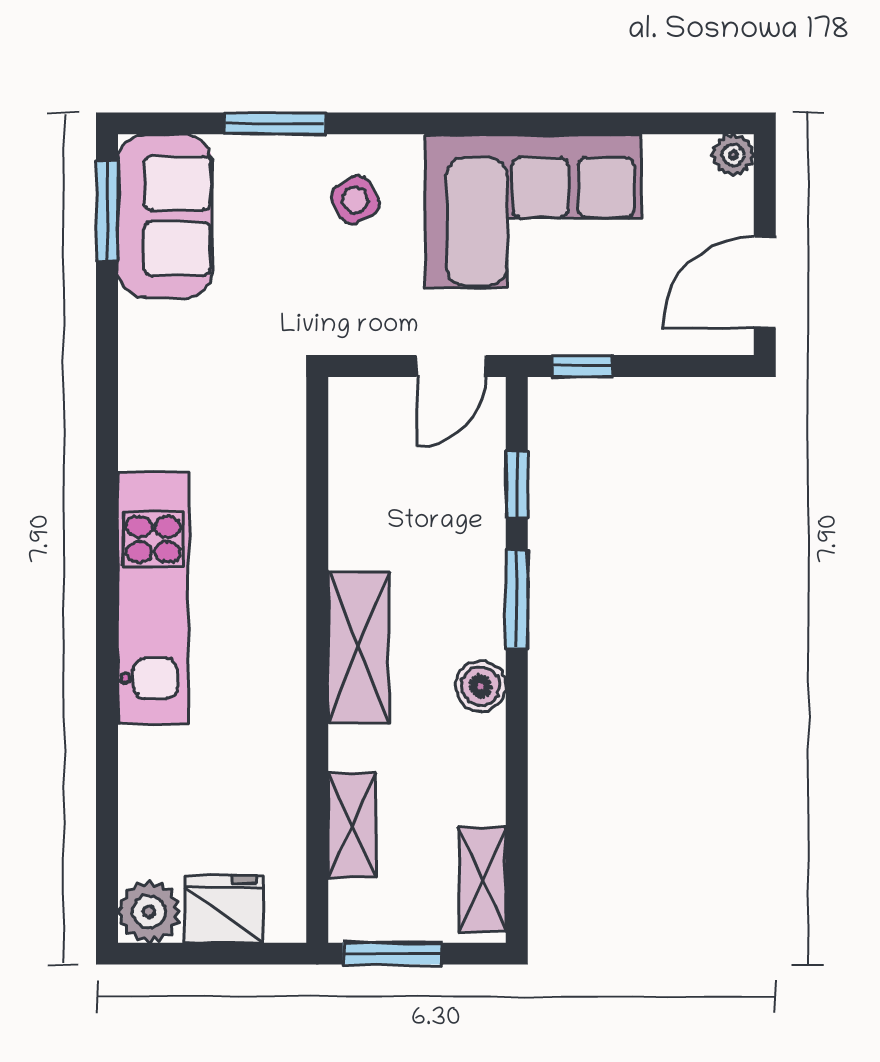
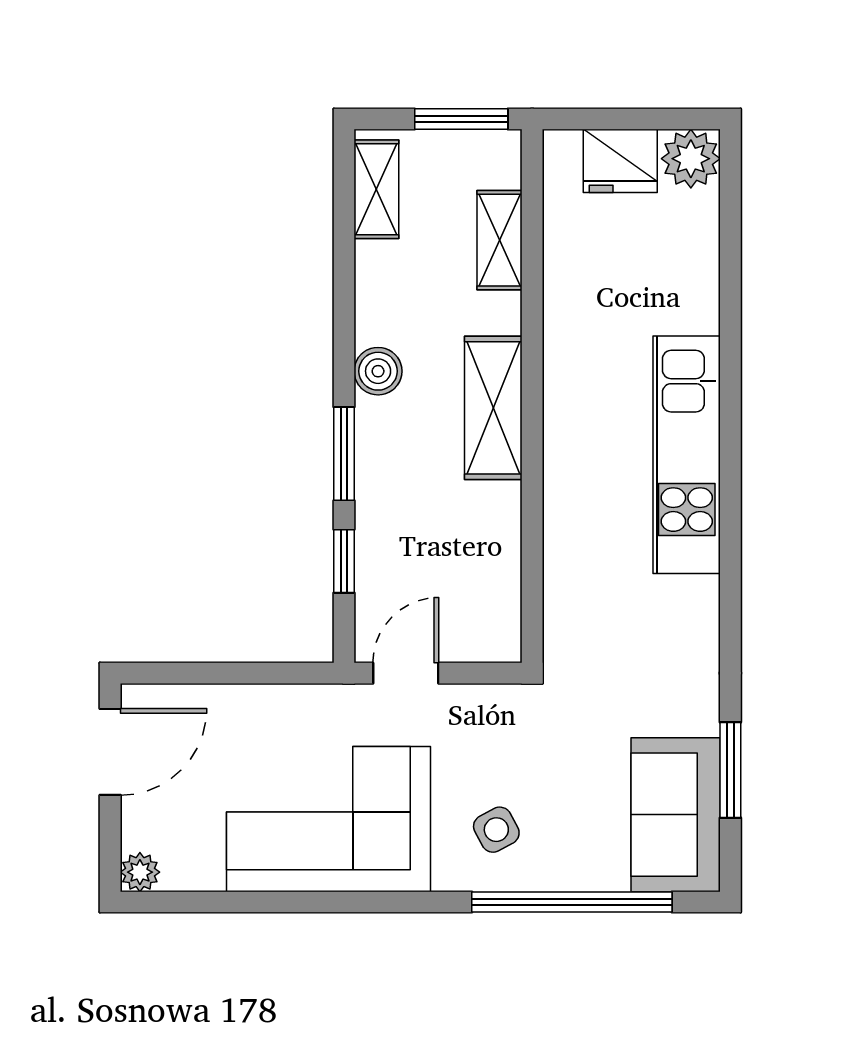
window: (275, 123) -> (572, 902), width x2.11
window: (107, 211) -> (730, 770), moved
window: (582, 366) -> (282, 673), removed

